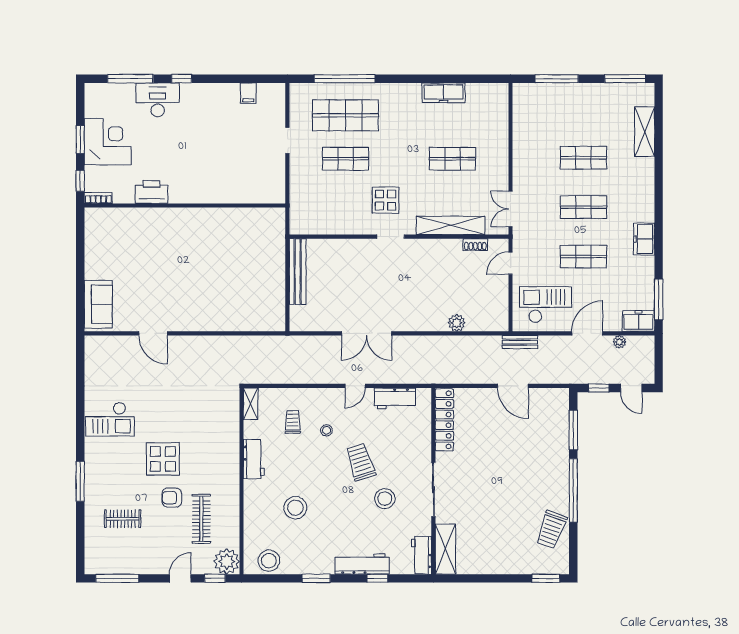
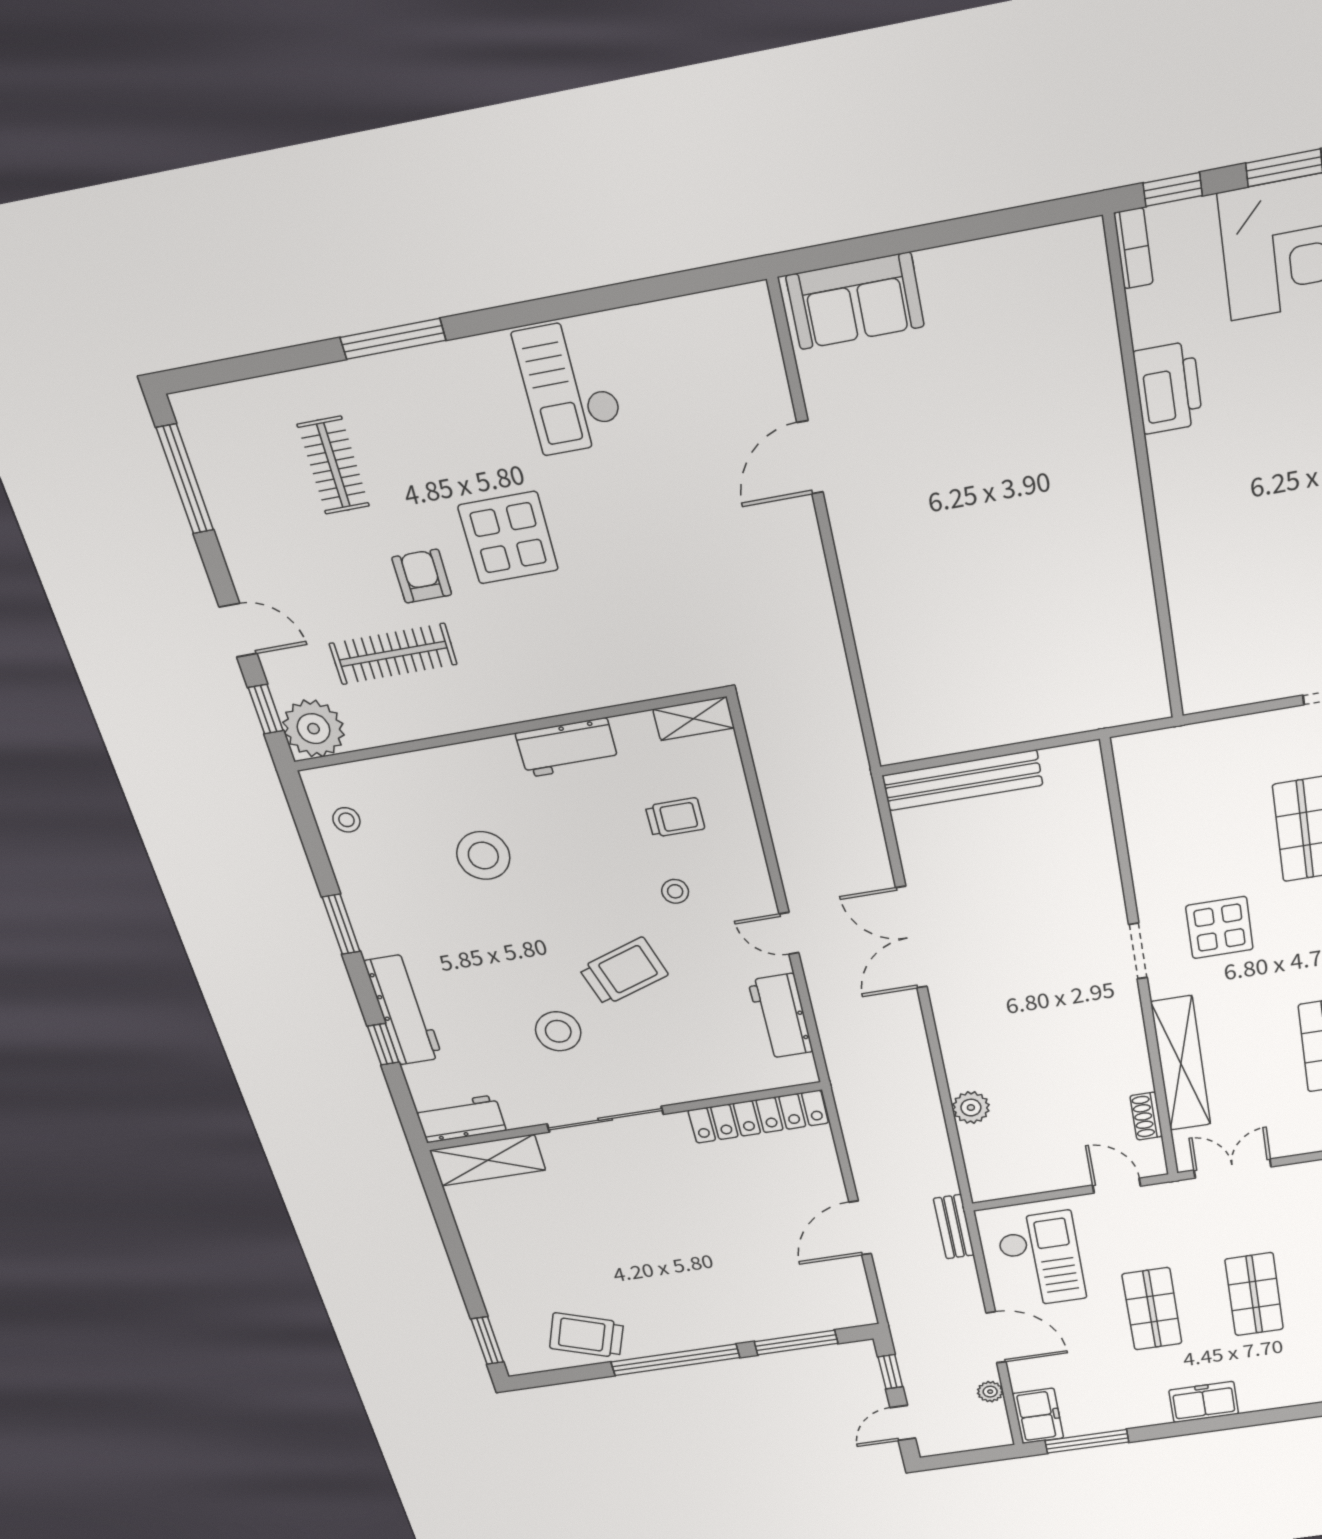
bench: (298, 272) -> (962, 780), moved
stool: (269, 561) -> (346, 820), width x0.53, depth x0.53

